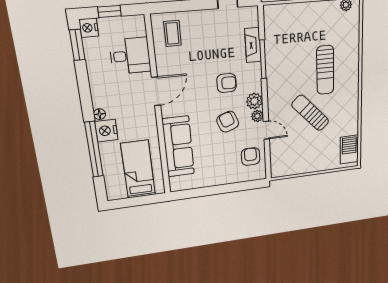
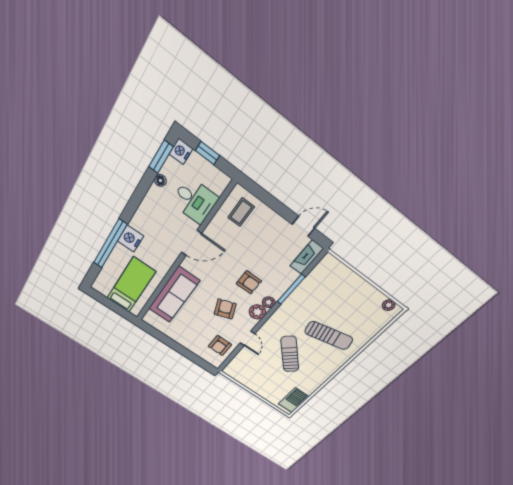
fireplace: (253, 45) -> (307, 257), moved
sun lounger: (325, 70) -> (329, 336), turned -103
floor lamp: (100, 114) -> (160, 180), moved
plant: (257, 116) -> (269, 302), moved
armchair: (251, 156) -> (220, 346), turned 180

